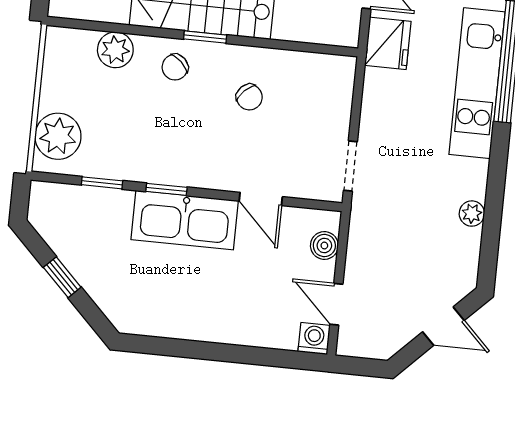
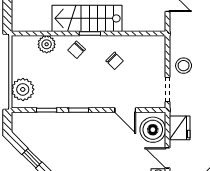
fridge: (388, 43) -> (180, 128), moved
stool: (388, 121) -> (184, 66), added
kitchen sink: (185, 220) -> (89, 124), removed
boiler: (324, 245) -> (153, 130), width x1.86, depth x1.86

